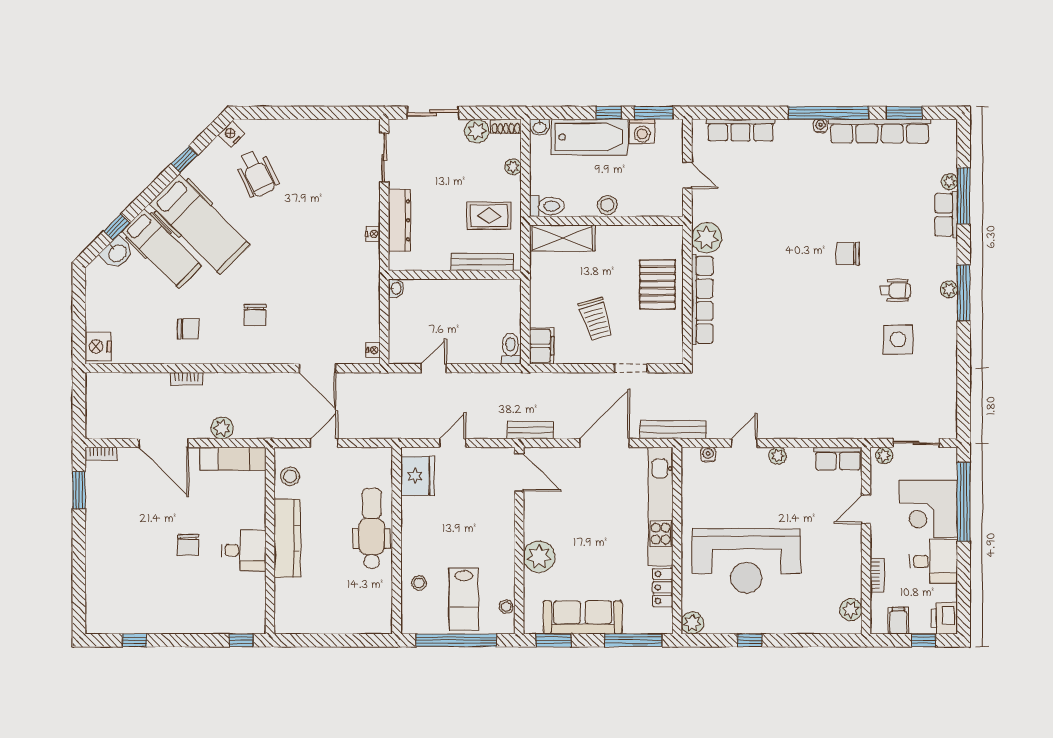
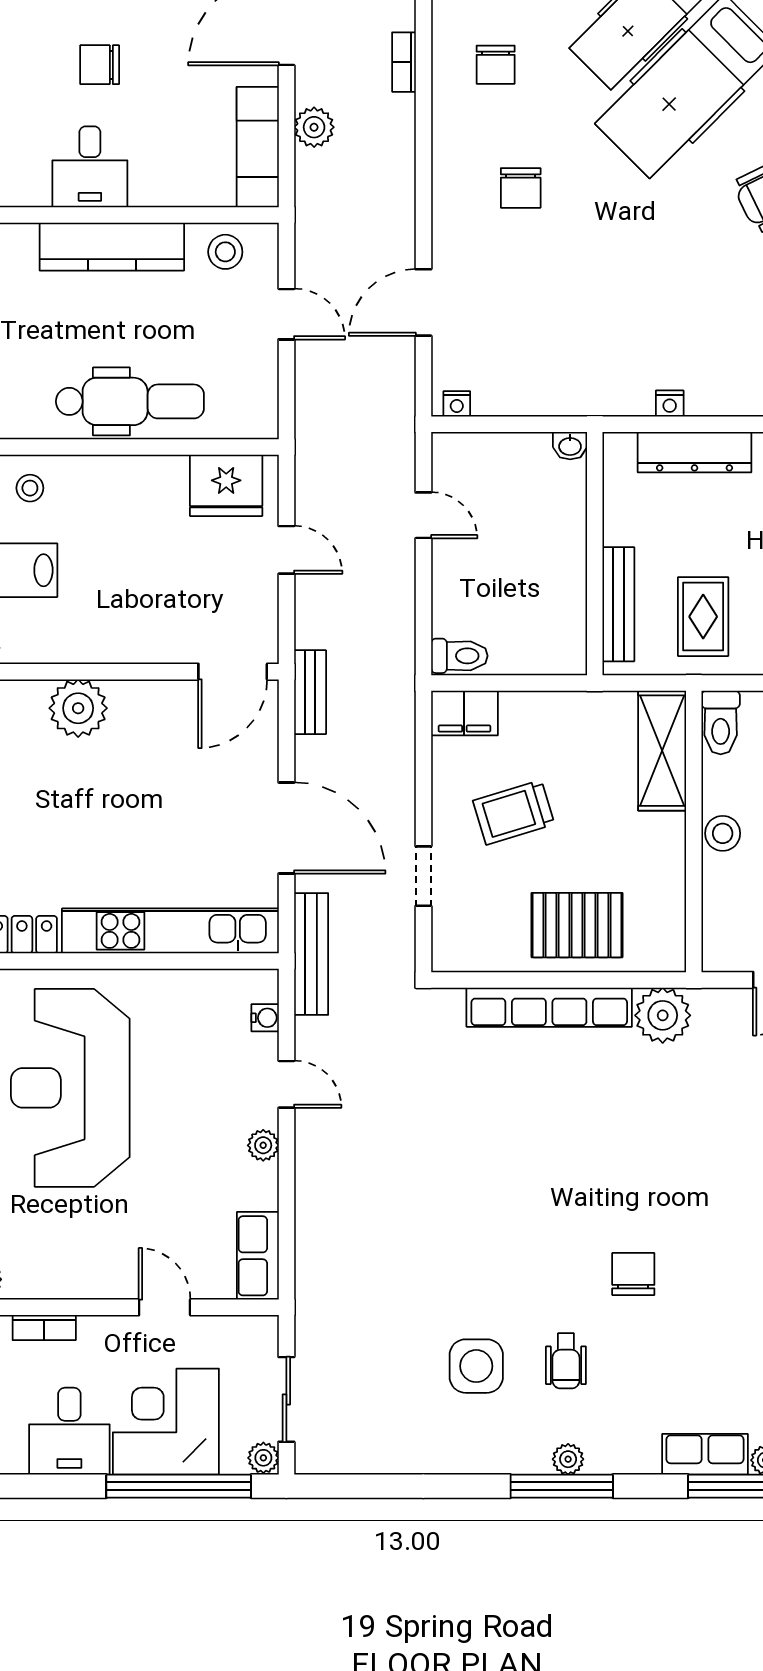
chair: (255, 315) -> (521, 188), turned -90
plant: (884, 456) -> (263, 1458), moved

